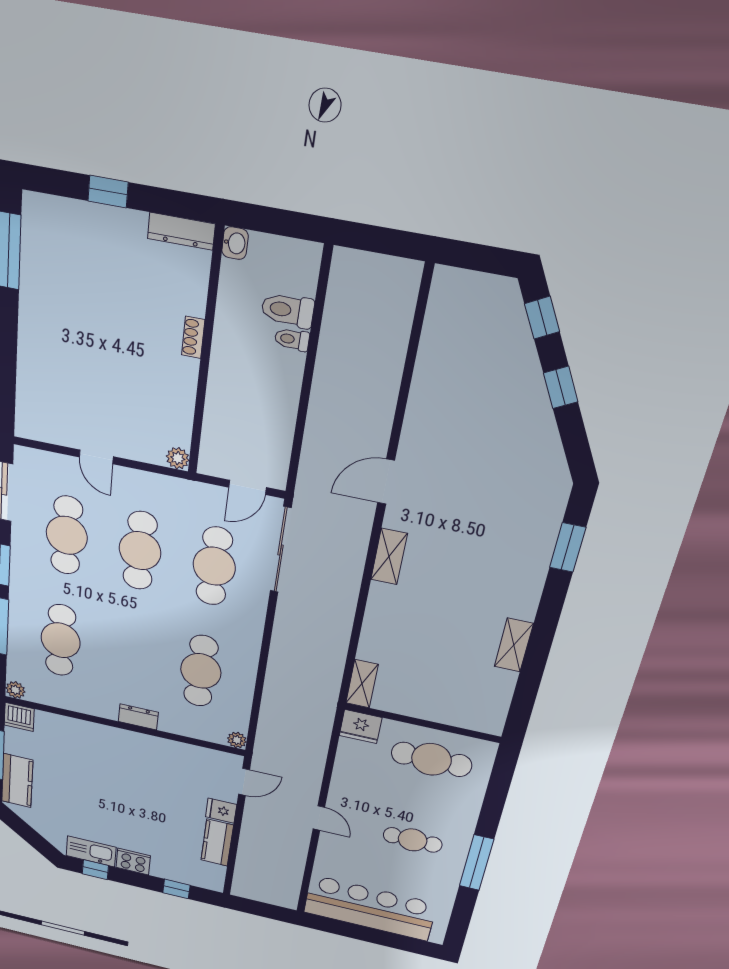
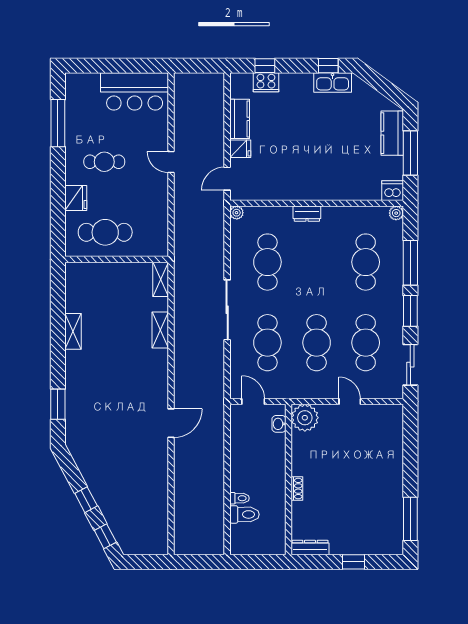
washbasin: (235, 243) -> (279, 424), moved
plant: (178, 458) -> (305, 418), width x1.88, depth x1.88
door: (248, 487) -> (253, 401), hinge flipped
sliding door: (281, 550) -> (227, 310), moved
shelving: (389, 557) -> (160, 330), moved
fridge: (361, 727) -> (76, 198), moved, turned 90
cooker: (133, 862) -> (266, 82), moved
window: (477, 863) -> (58, 123), moved
bar counter: (370, 908) -> (135, 91), width x0.73

